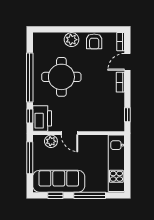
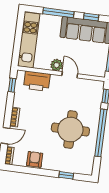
window: (60, 29) -> (66, 175), added
plant: (72, 40) -> (56, 164), removed
printer: (42, 118) -> (37, 81), moved, turned -90
plant: (51, 141) -> (57, 65), moved

